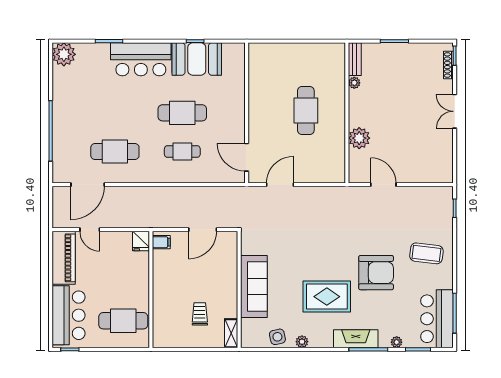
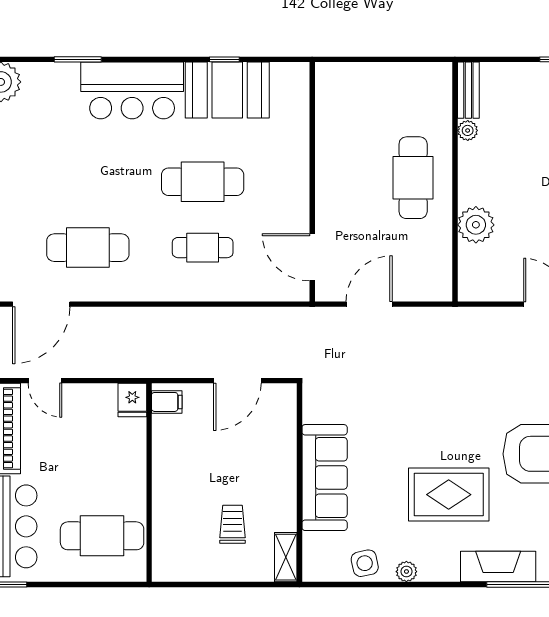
bench: (355, 59) -> (468, 90), moved
plant: (354, 83) -> (468, 130), moved
wall: (347, 113) -> (455, 182), moved
plant: (359, 138) -> (476, 225), moved

